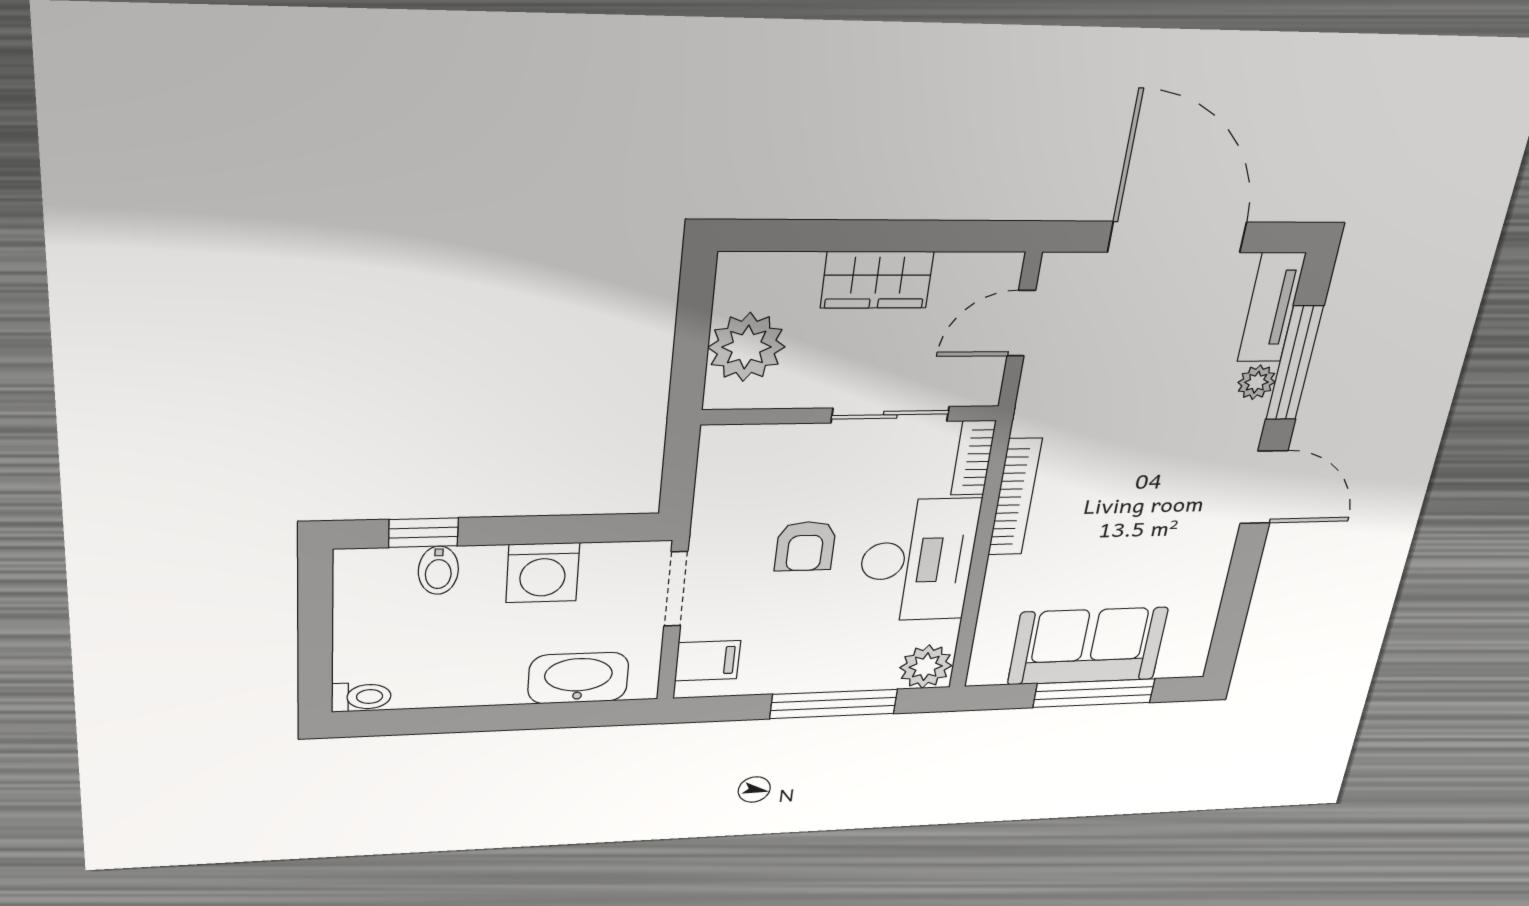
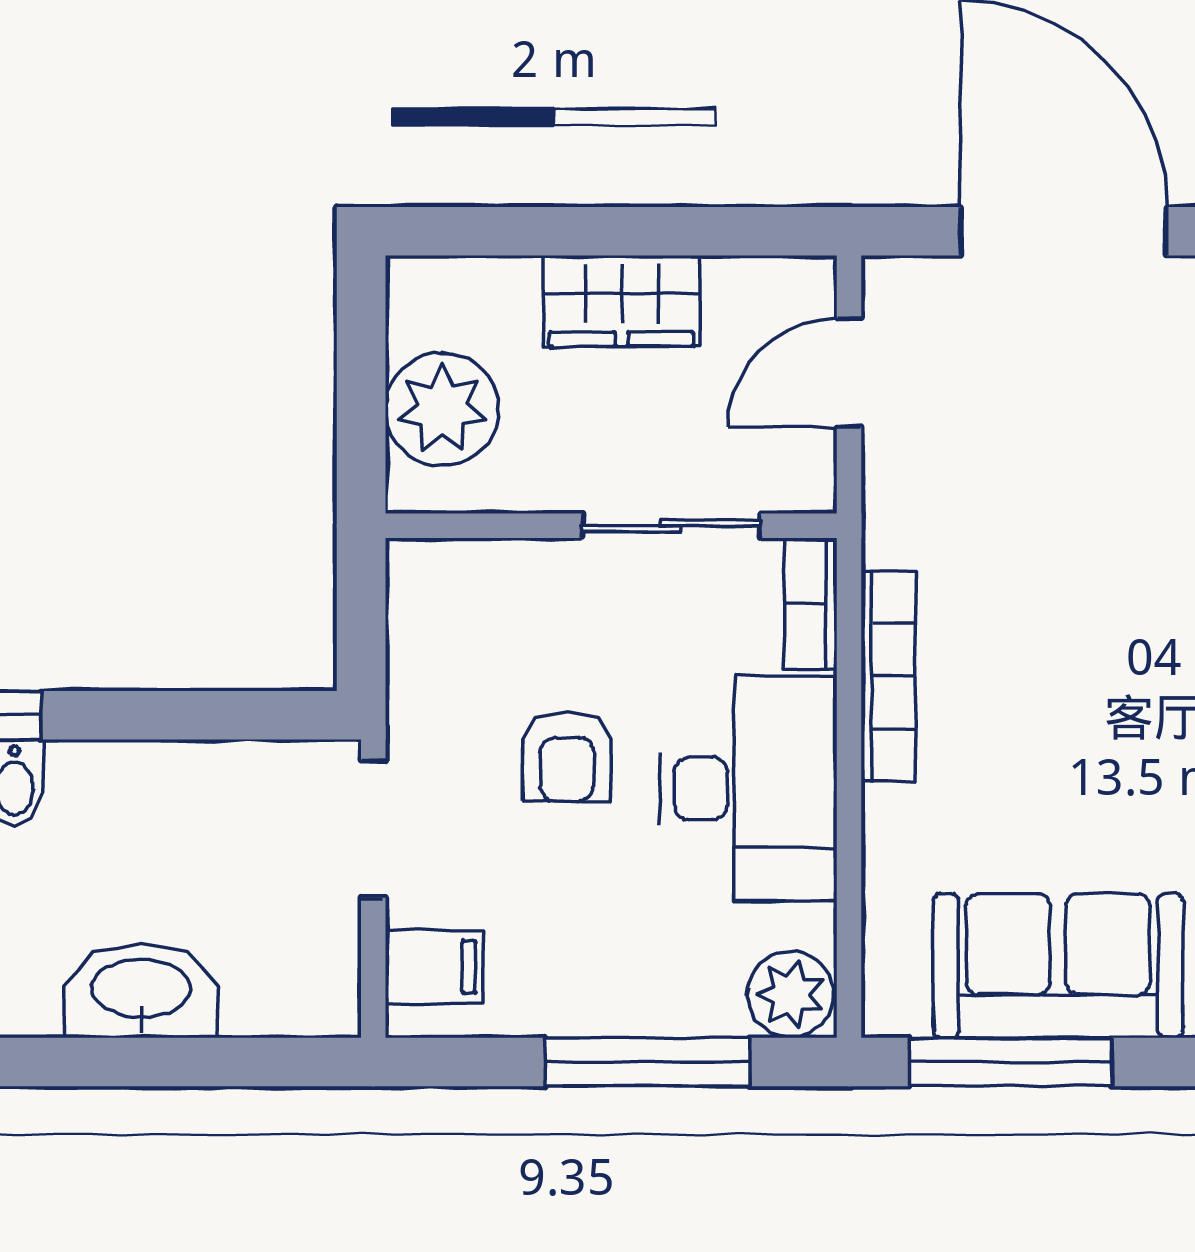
washing machine: (543, 573) -> (169, 792), removed
washbasin: (578, 678) -> (141, 991), moved
window: (1094, 693) -> (1010, 1062), moved

